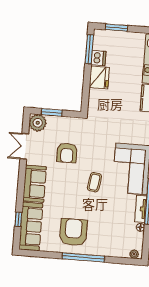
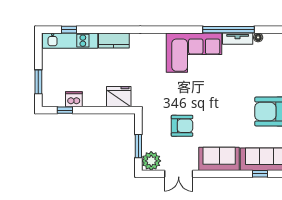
window: (89, 49) -> (65, 110), width x0.46
fridge: (99, 77) -> (119, 97), moved
coffee table: (94, 182) -> (212, 93), removed

